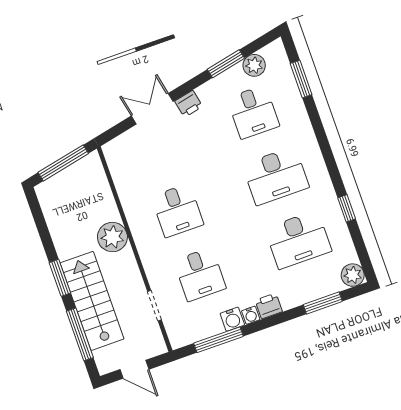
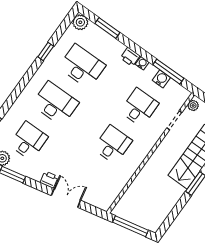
double door: (152, 109) -> (66, 198), swing flipped
plant: (112, 237) -> (193, 105), moved, width x0.53, depth x0.53
water cooler: (232, 319) -> (161, 79), moved

